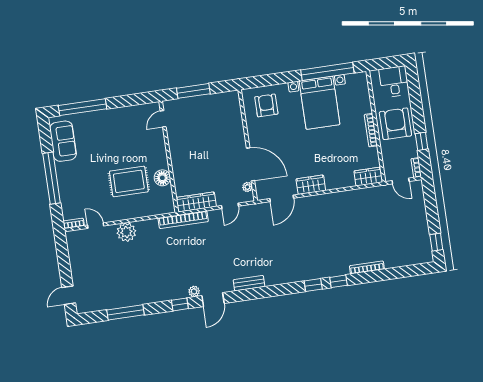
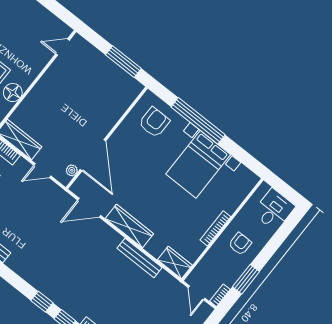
window: (327, 71) -> (198, 121), moved
window: (193, 91) -> (123, 62), moved
armchair: (395, 124) -> (240, 244), width x0.53, depth x0.53
window: (422, 141) -> (246, 279), width x1.50
wardrobe: (311, 185) -> (129, 226), width x1.50
bench: (344, 196) -> (139, 258), added

